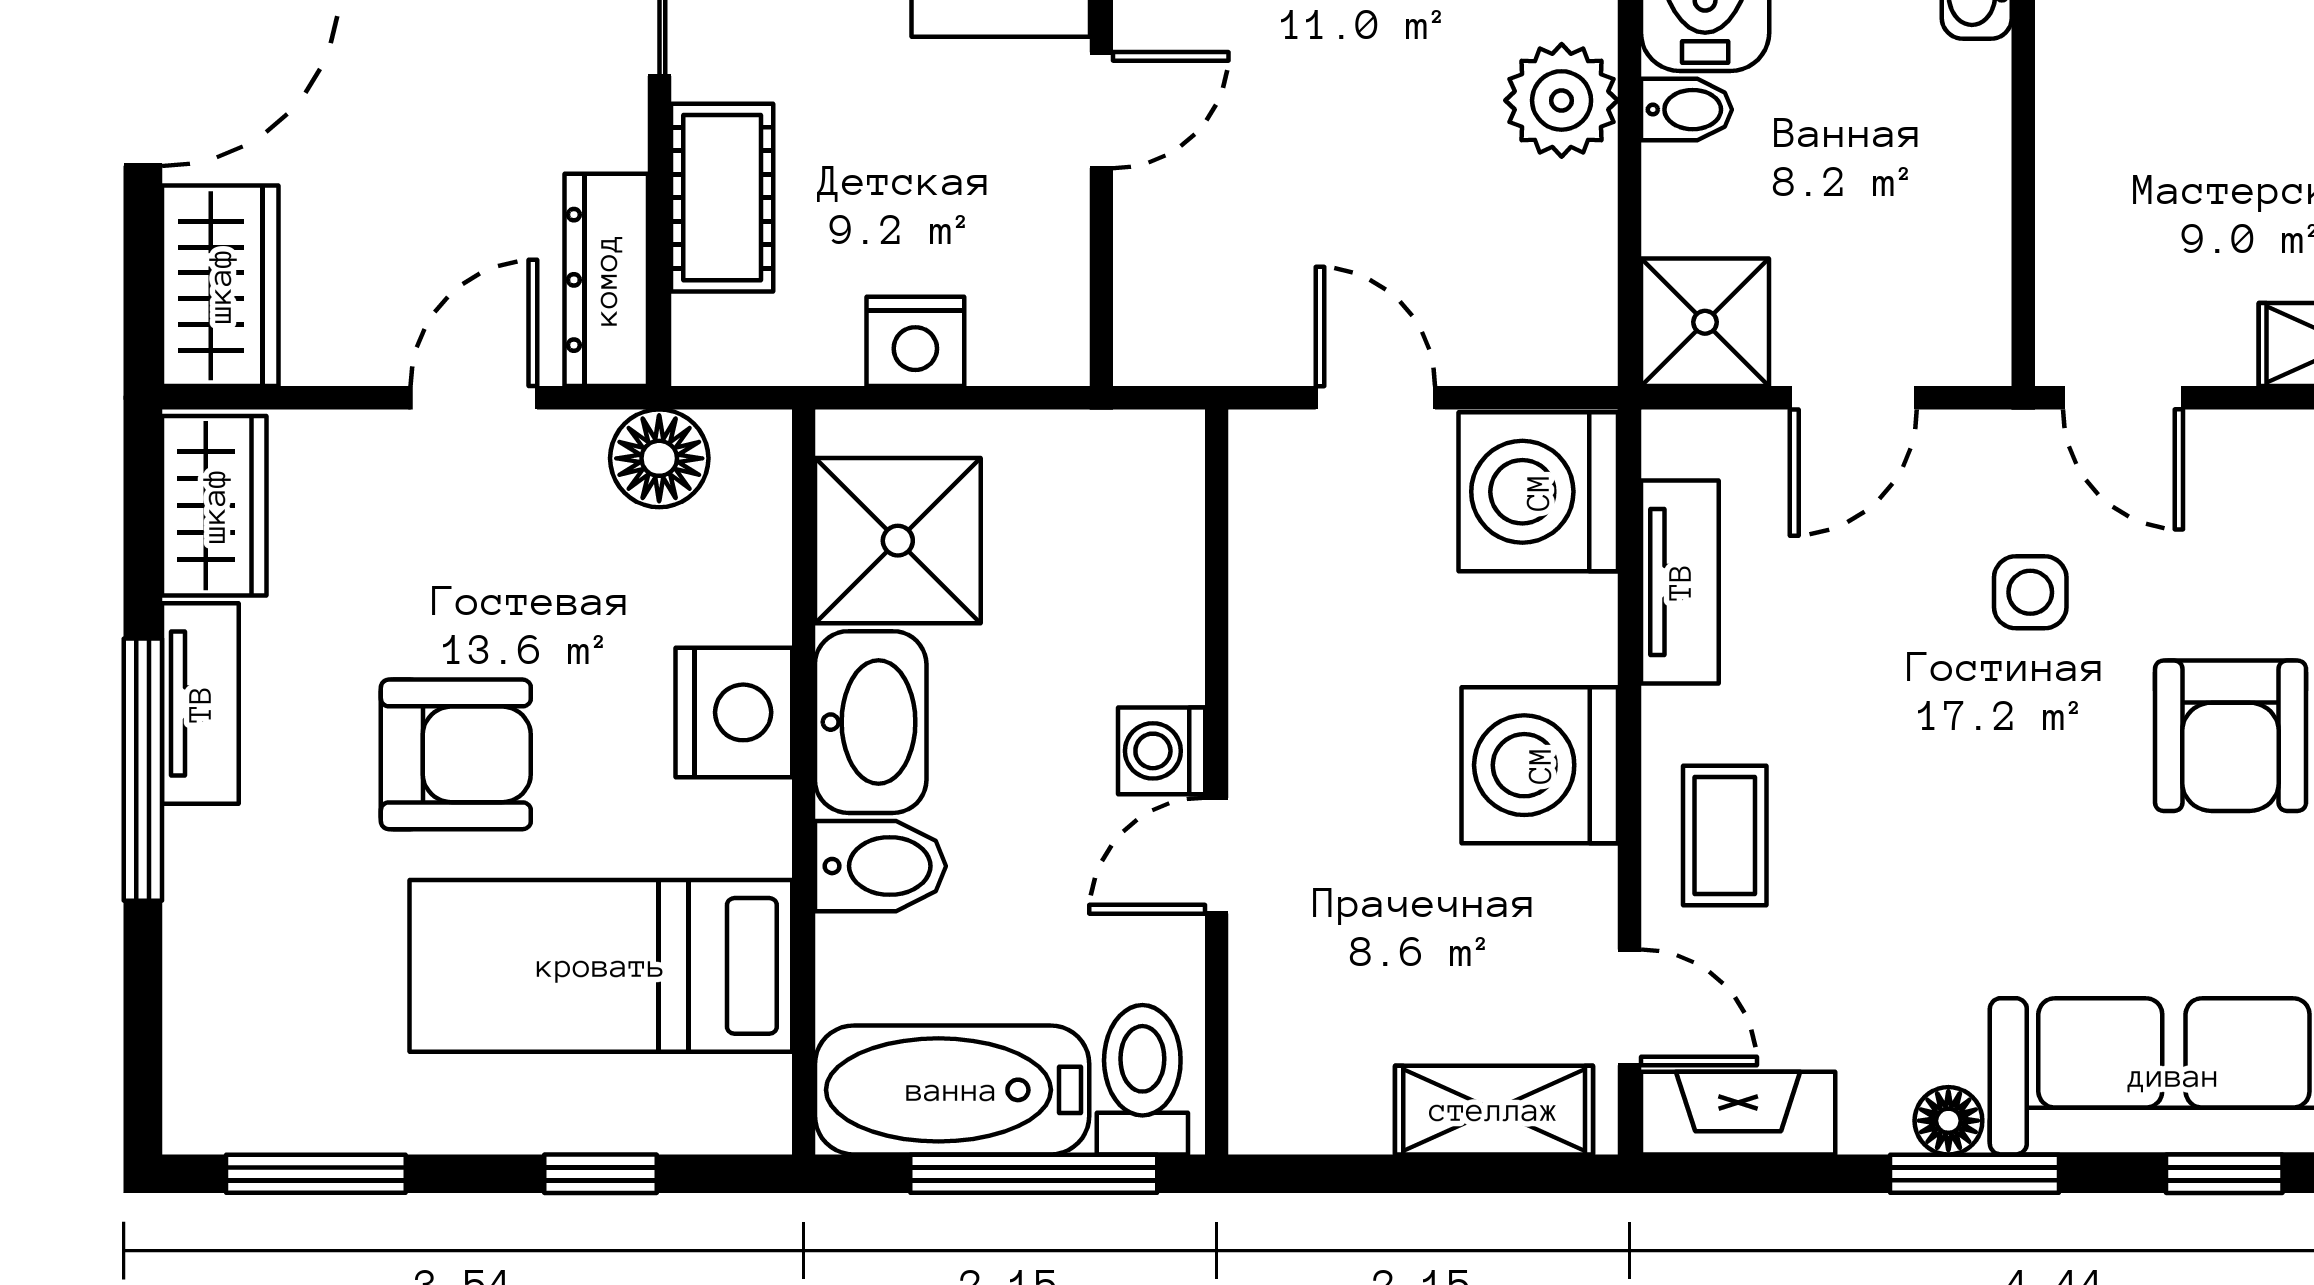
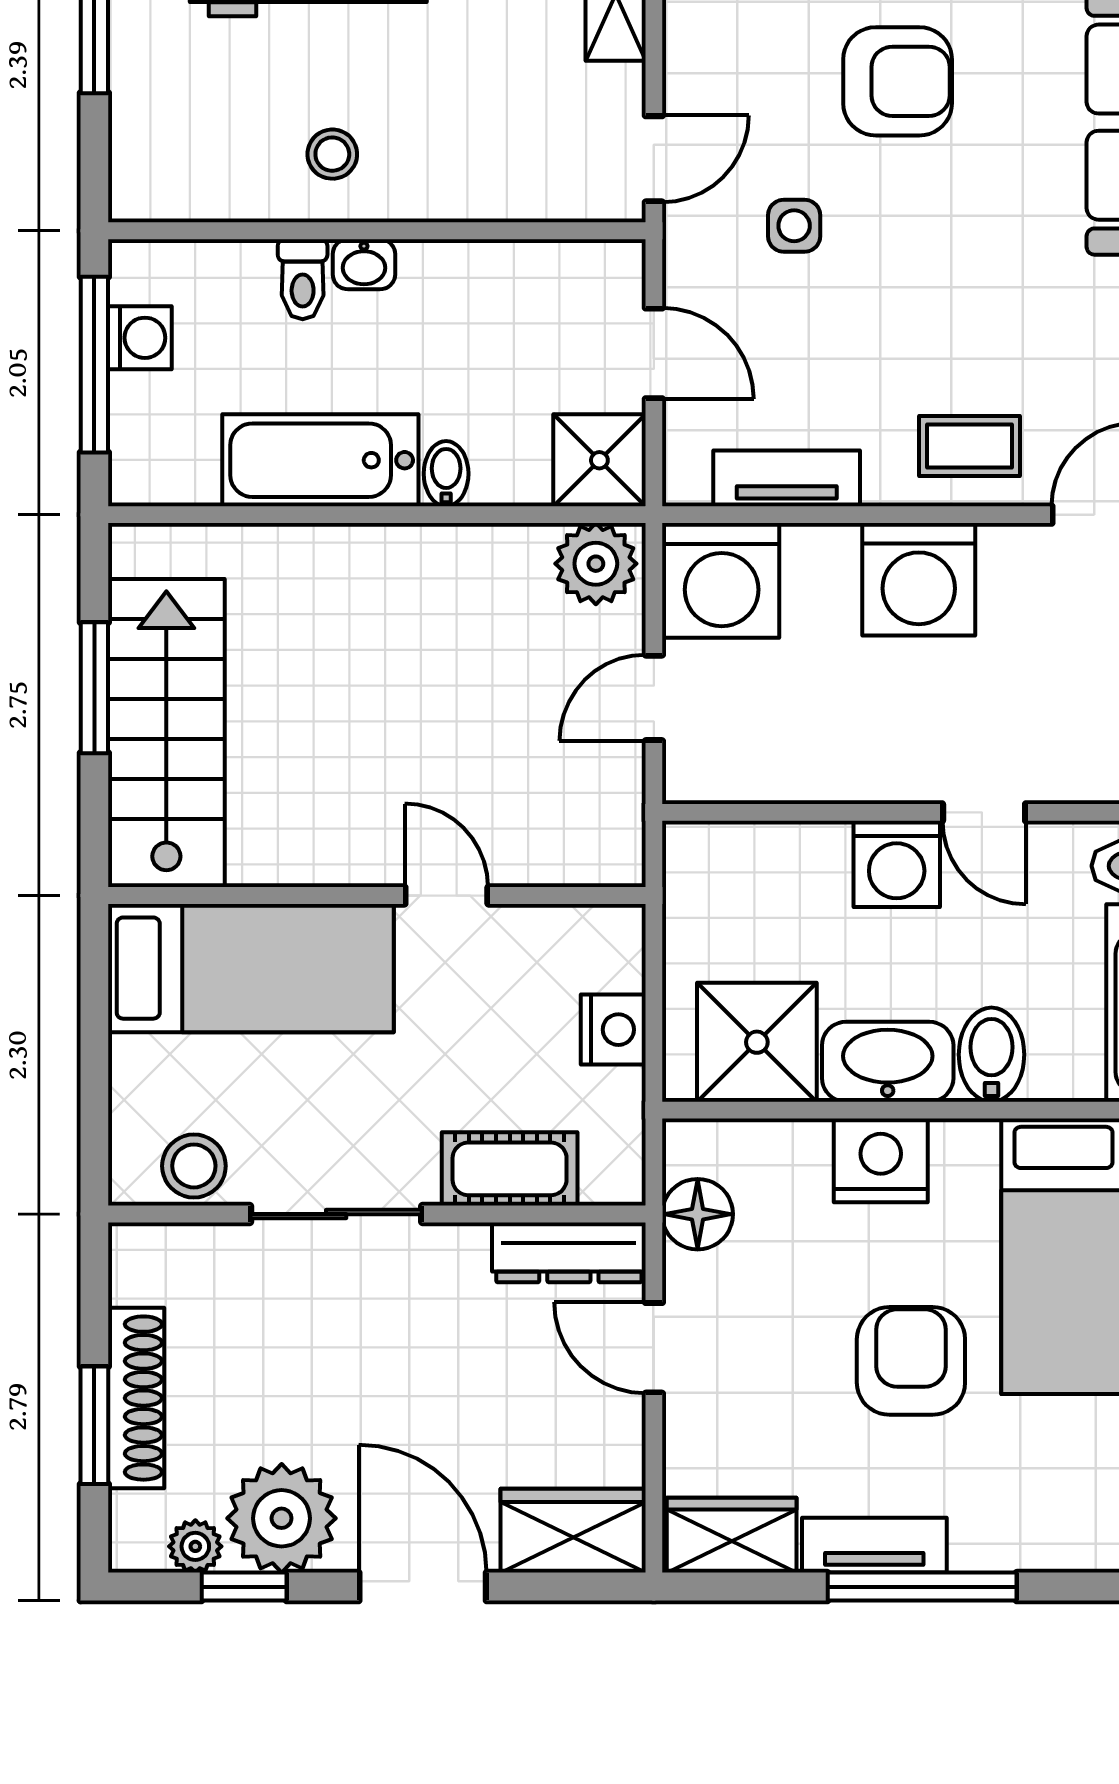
plant: (1562, 100) -> (596, 564), moved
washing machine: (1162, 751) -> (897, 864), width x1.38, depth x1.38

